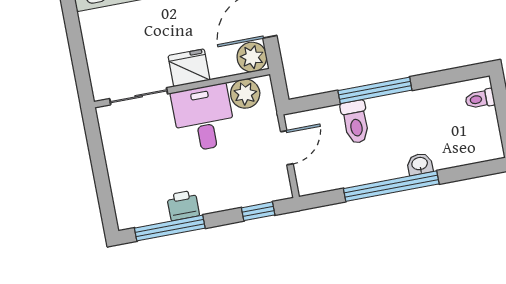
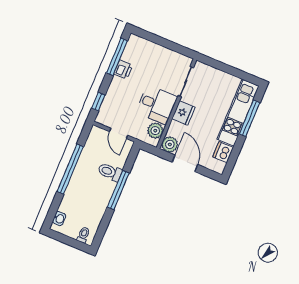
washbasin: (420, 164) -> (59, 219), moved

